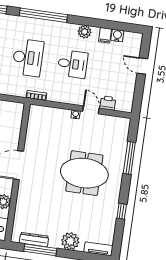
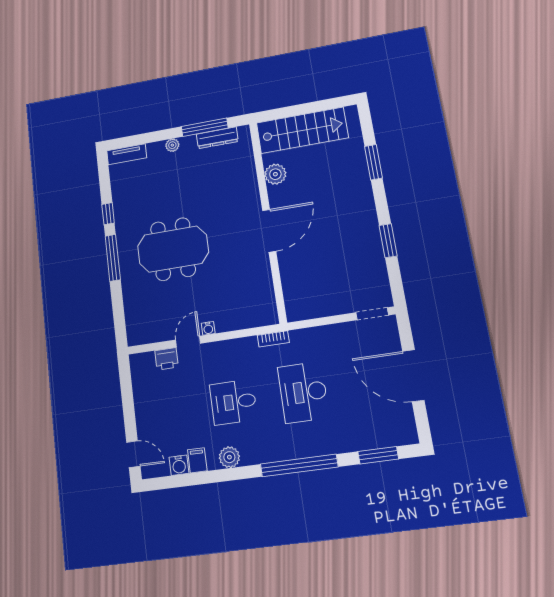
door: (142, 66) -> (133, 454), moved
door: (91, 110) -> (188, 342), swing flipped
window: (129, 158) -> (113, 258), moved
plant: (70, 241) -> (172, 145), width x0.53, depth x0.53

